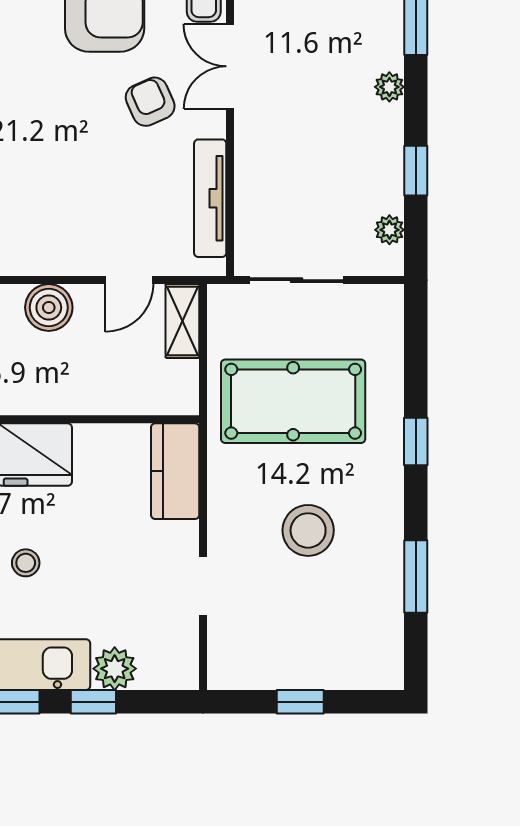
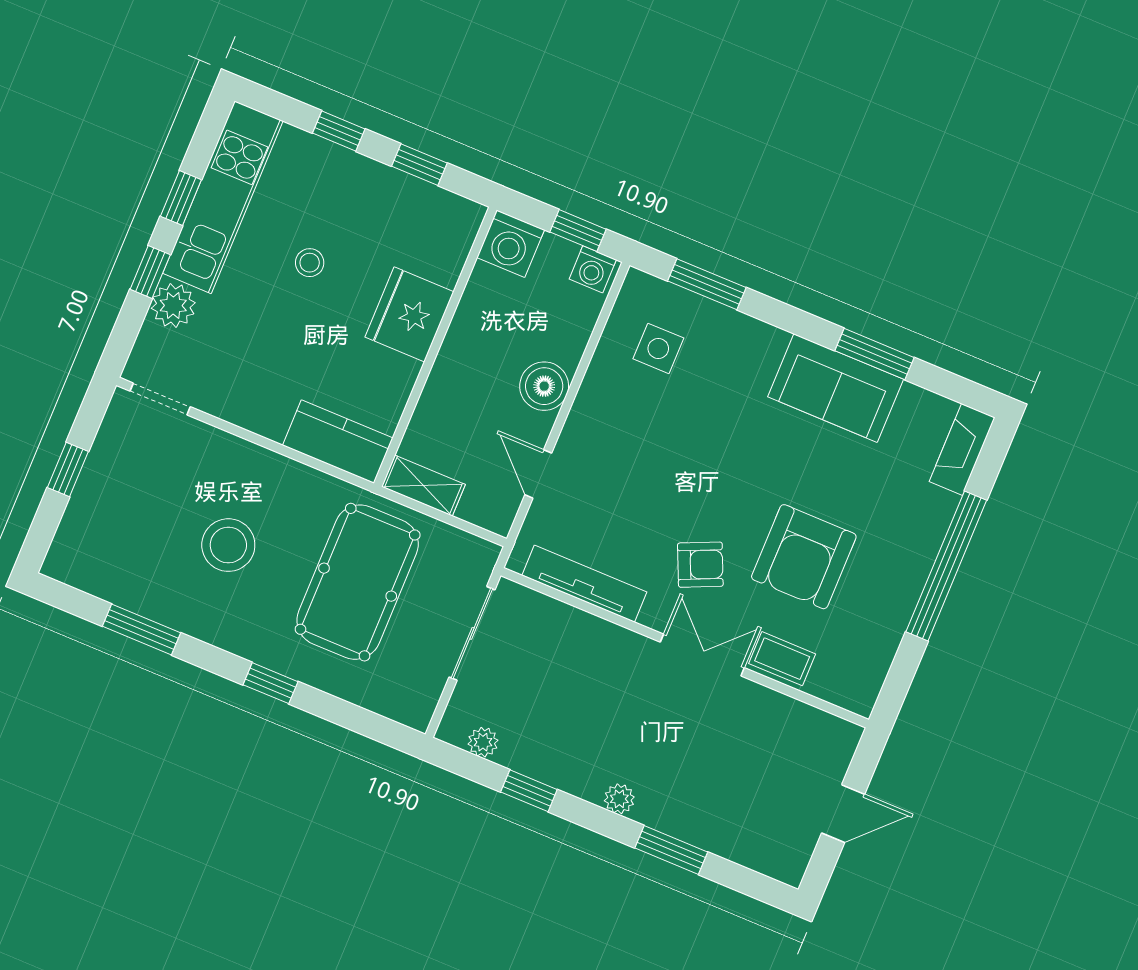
shelving: (182, 321) -> (423, 485), moved
doorway: (203, 586) -> (160, 399), moved

